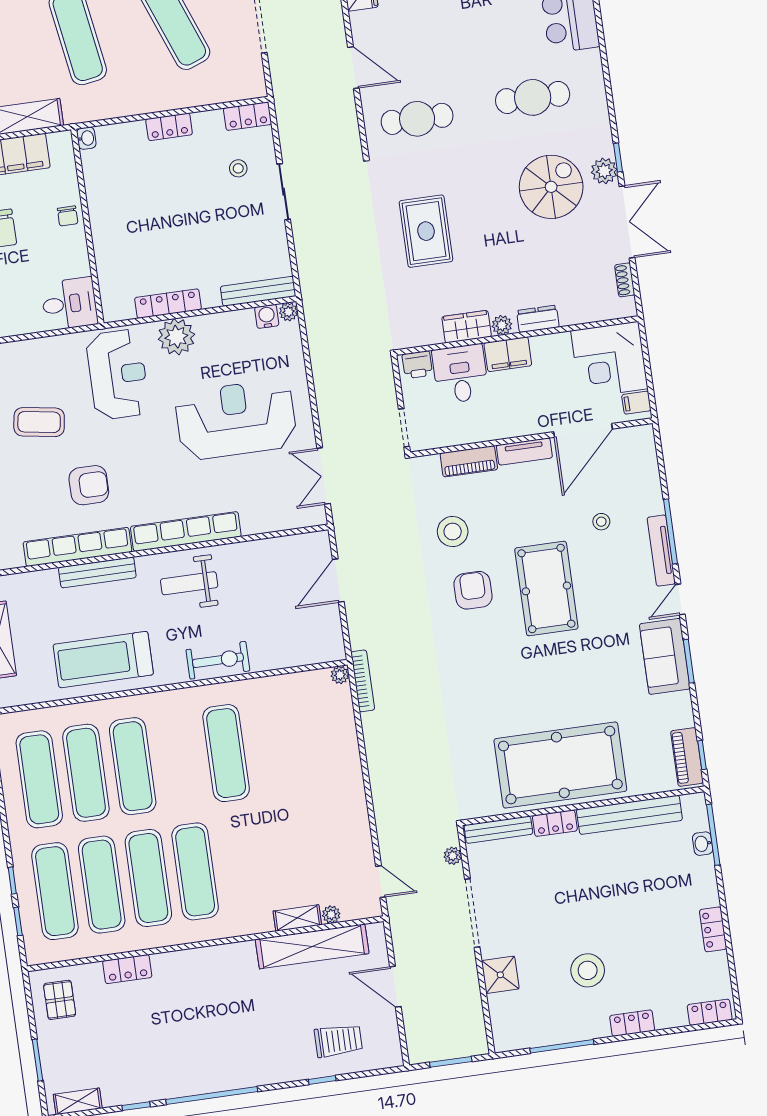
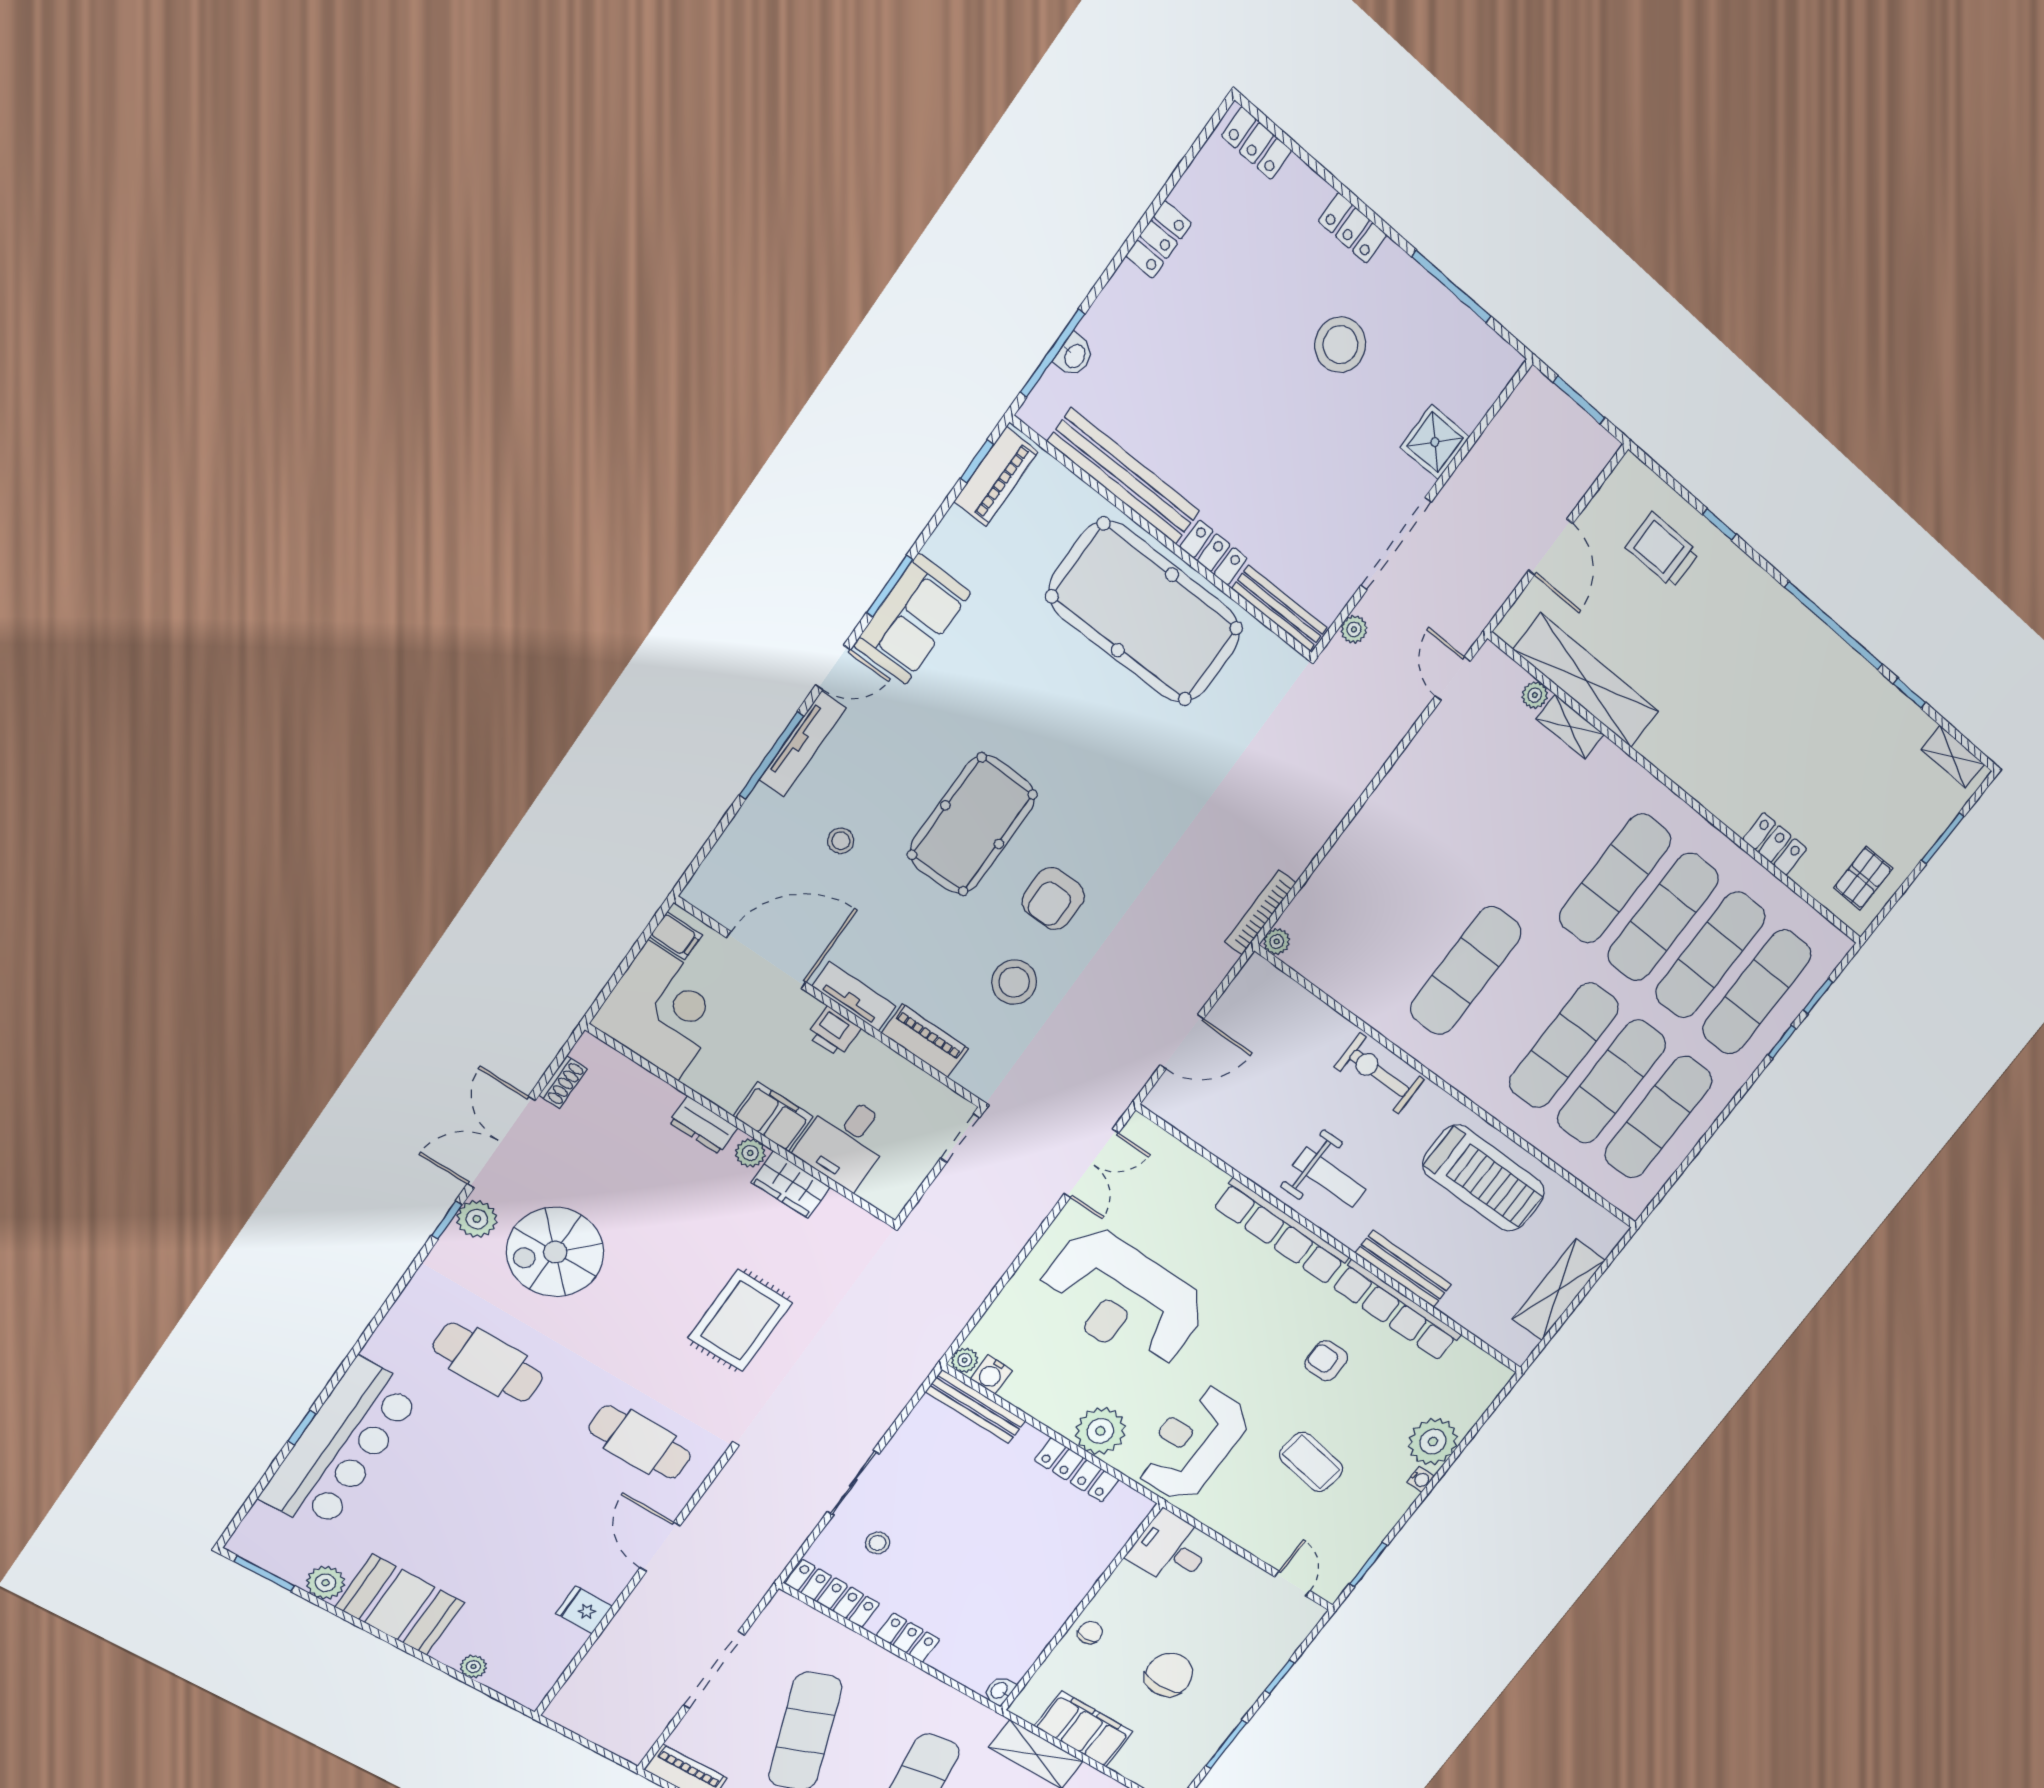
locker: (248, 116) -> (832, 1594), width x1.53
printer: (417, 365) -> (834, 1032), moved, turned 180
armchair: (89, 485) -> (1326, 1361), width x0.72, depth x0.72

